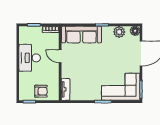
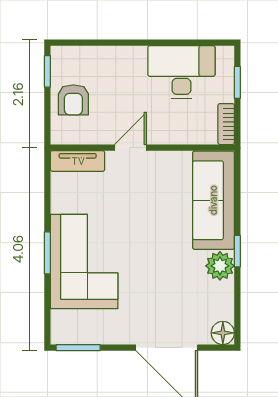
plant: (119, 32) -> (220, 266), moved
door: (60, 56) -> (130, 148), moved
desk: (30, 58) -> (181, 72), moved
corner sofa: (121, 87) -> (84, 261), moved

